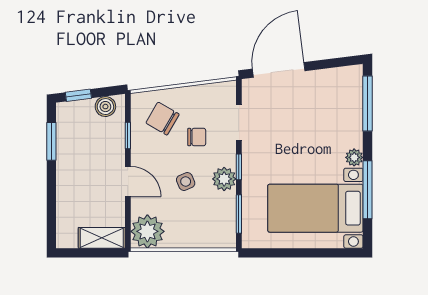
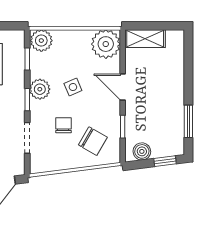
chair: (197, 137) -> (63, 125), turned 90
window: (239, 214) -> (27, 59), width x0.67
plant: (222, 236) -> (41, 41), added

